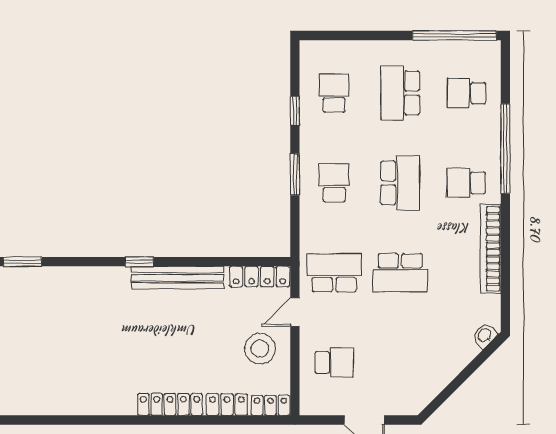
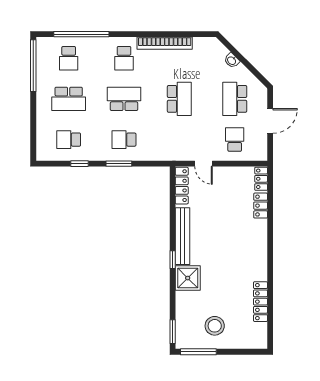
window: (505, 149) -> (81, 34), moved
school desk: (334, 273) -> (235, 99), moved
shower: (109, 286) -> (188, 278), added
washbasin: (485, 335) -> (232, 60), moved
stool: (260, 349) -> (215, 326), moved
locker: (170, 404) -> (260, 302), moved

